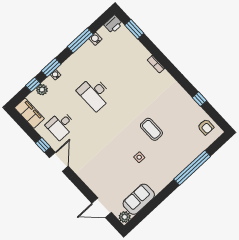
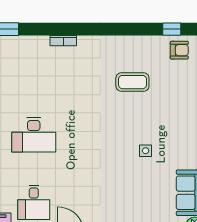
window: (200, 99) -> (172, 29), moved
coffee table: (151, 129) -> (132, 82), moved

